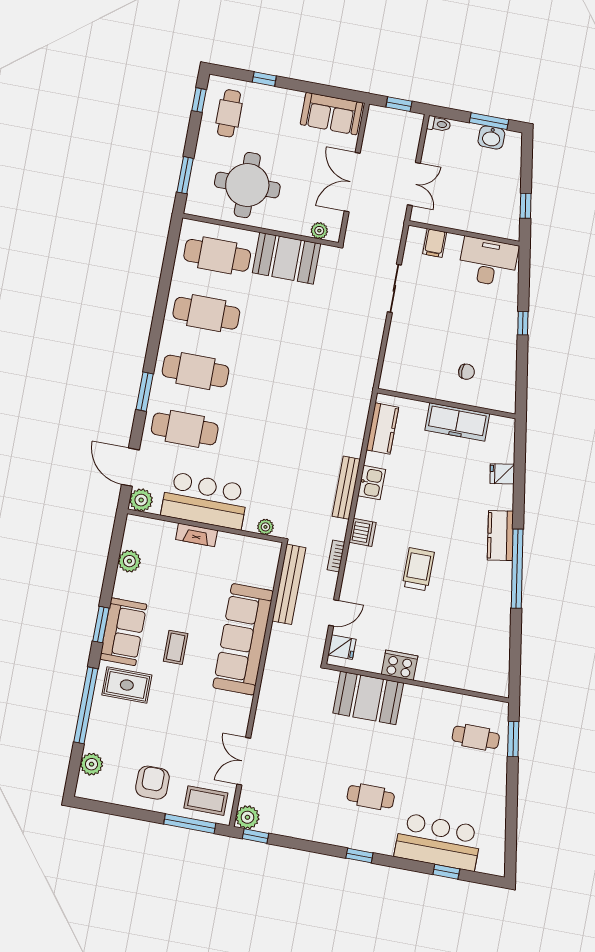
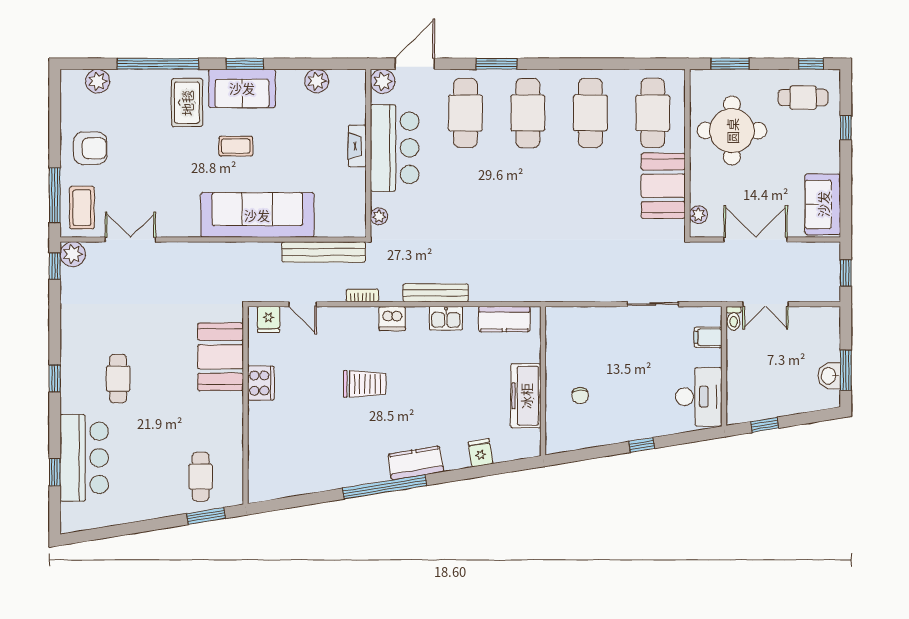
toilet: (439, 124) -> (734, 318), moved

